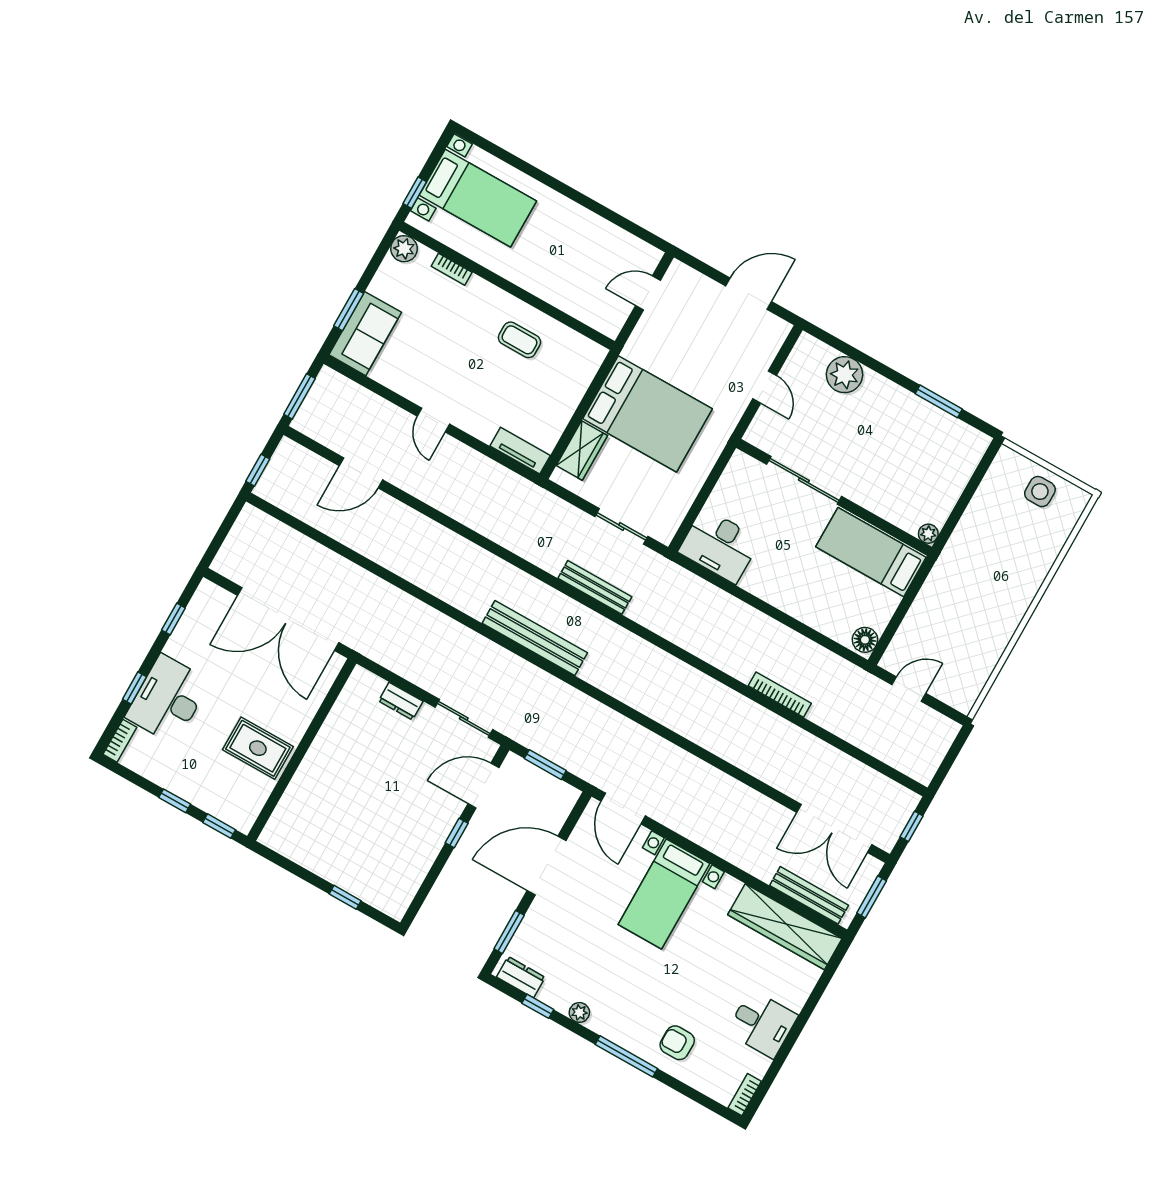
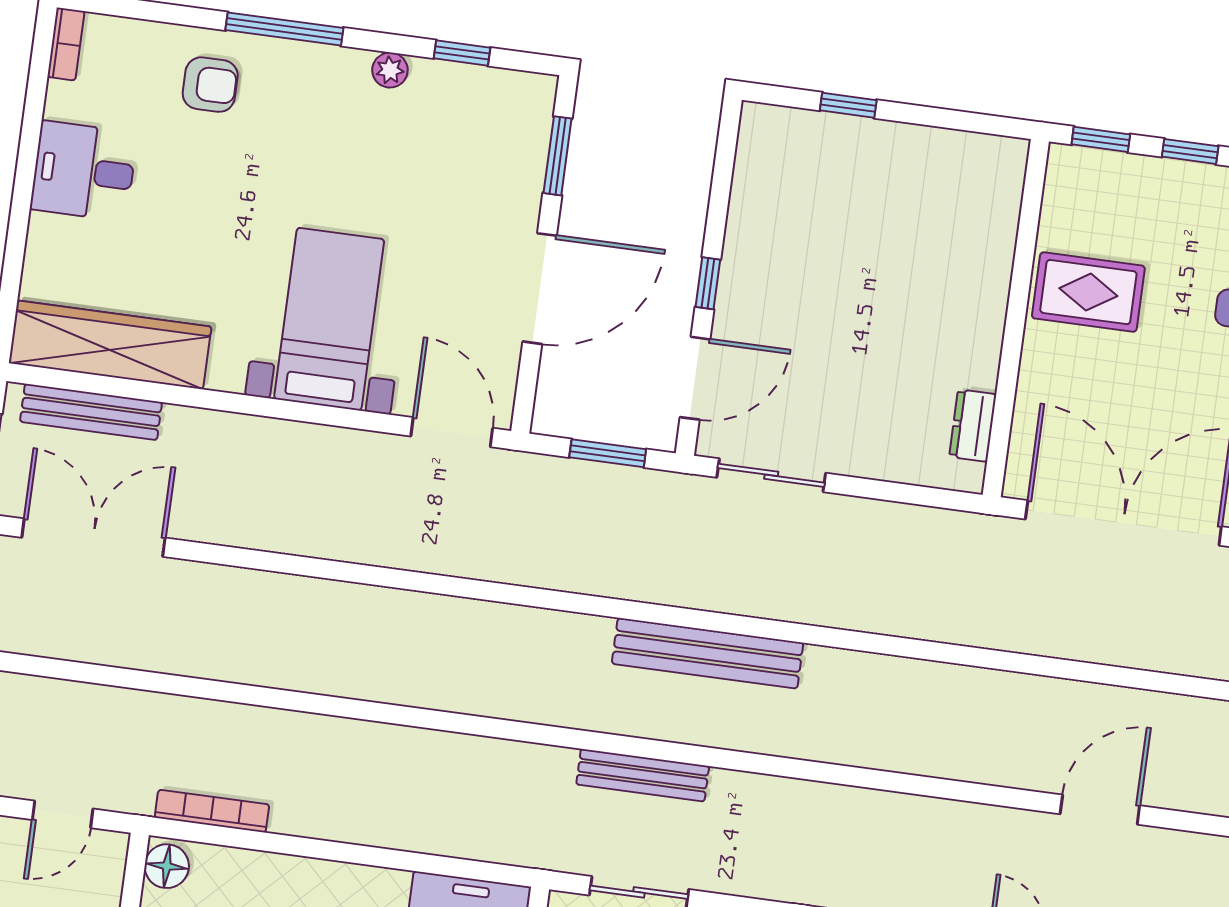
bookcase: (780, 695) -> (212, 811), moved, turned 180
dresser: (401, 701) -> (973, 426), moved, turned -90
dresser: (521, 977) -> (509, 90), removed

